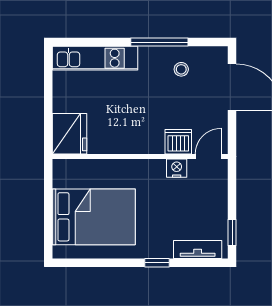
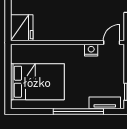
dishwasher: (178, 142) -> (92, 33), removed
window: (157, 263) -> (78, 111), width x3.17

